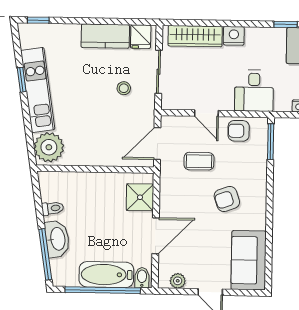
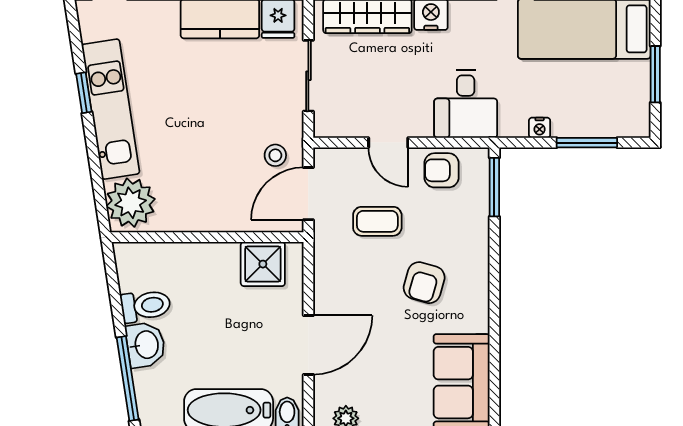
stool: (124, 88) -> (275, 155), moved
shower: (140, 197) -> (263, 264), moved
armchair: (227, 199) -> (424, 283), turned -55
toilet: (53, 208) -> (146, 306), width x1.37, depth x1.39
washbasin: (57, 239) -> (146, 345), width x0.72

